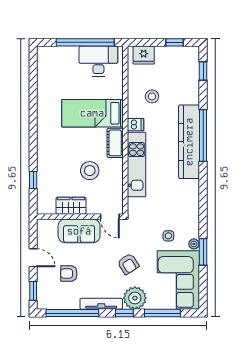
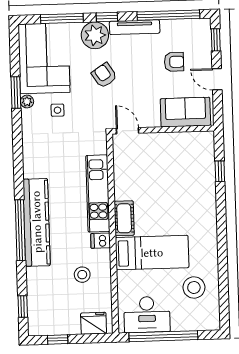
stool: (90, 171) -> (194, 288), moved
wardrobe: (71, 206) -> (174, 142), removed
sofa: (79, 231) -> (185, 112), moved

